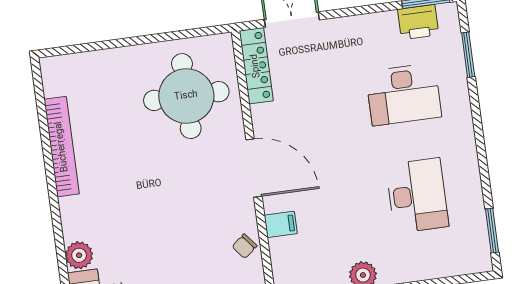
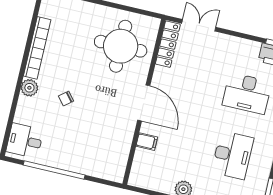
chair: (244, 246) -> (66, 99), moved
plant: (79, 255) -> (29, 88), moved

